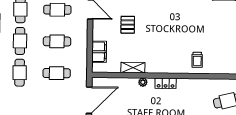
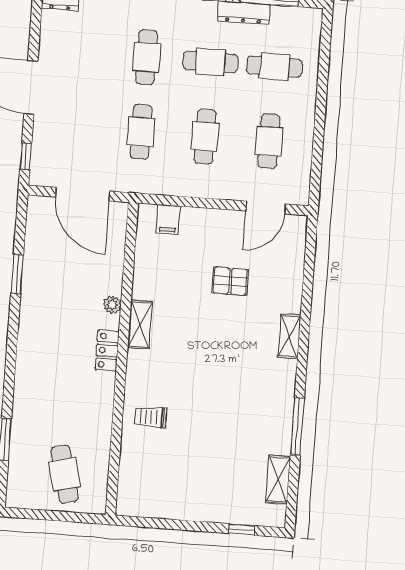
filing cabinet: (99, 52) -> (168, 220), width x0.50
shelving: (133, 68) -> (140, 324), moved
cafe table: (20, 73) -> (147, 57), turned 90

